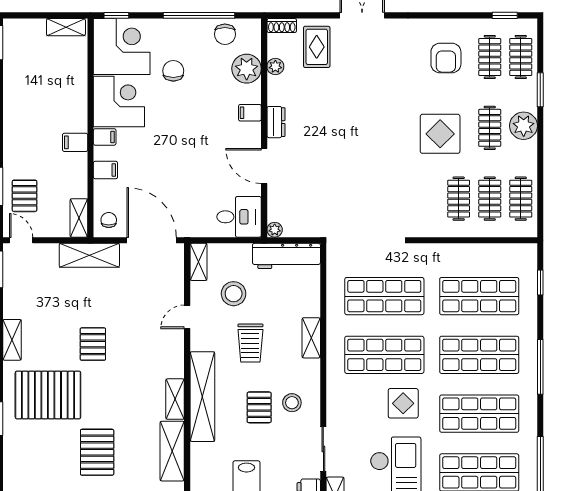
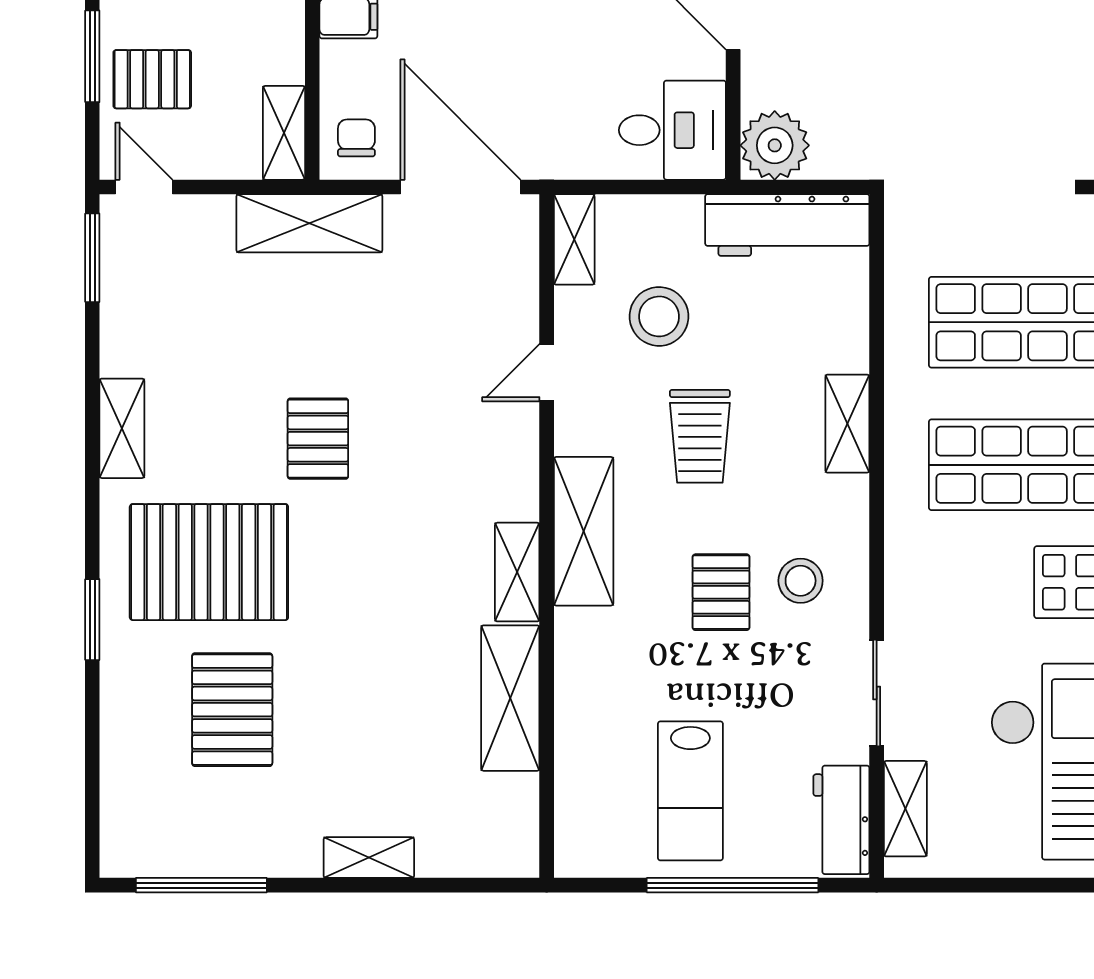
pallet: (25, 196) -> (152, 79), turned 90
plant: (275, 230) -> (775, 145), width x1.88, depth x1.88
shelving: (202, 397) -> (584, 531), width x0.68
pallet: (97, 452) -> (232, 710), moved

